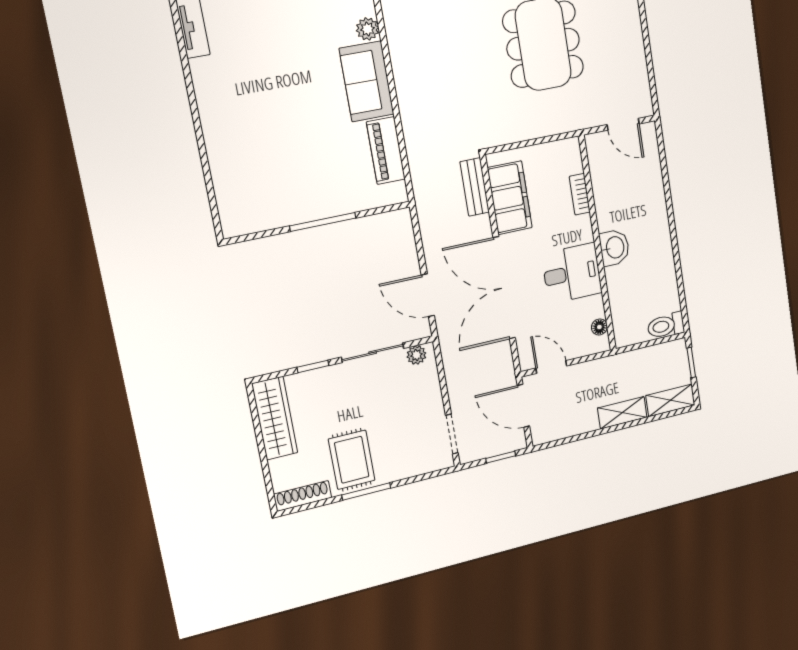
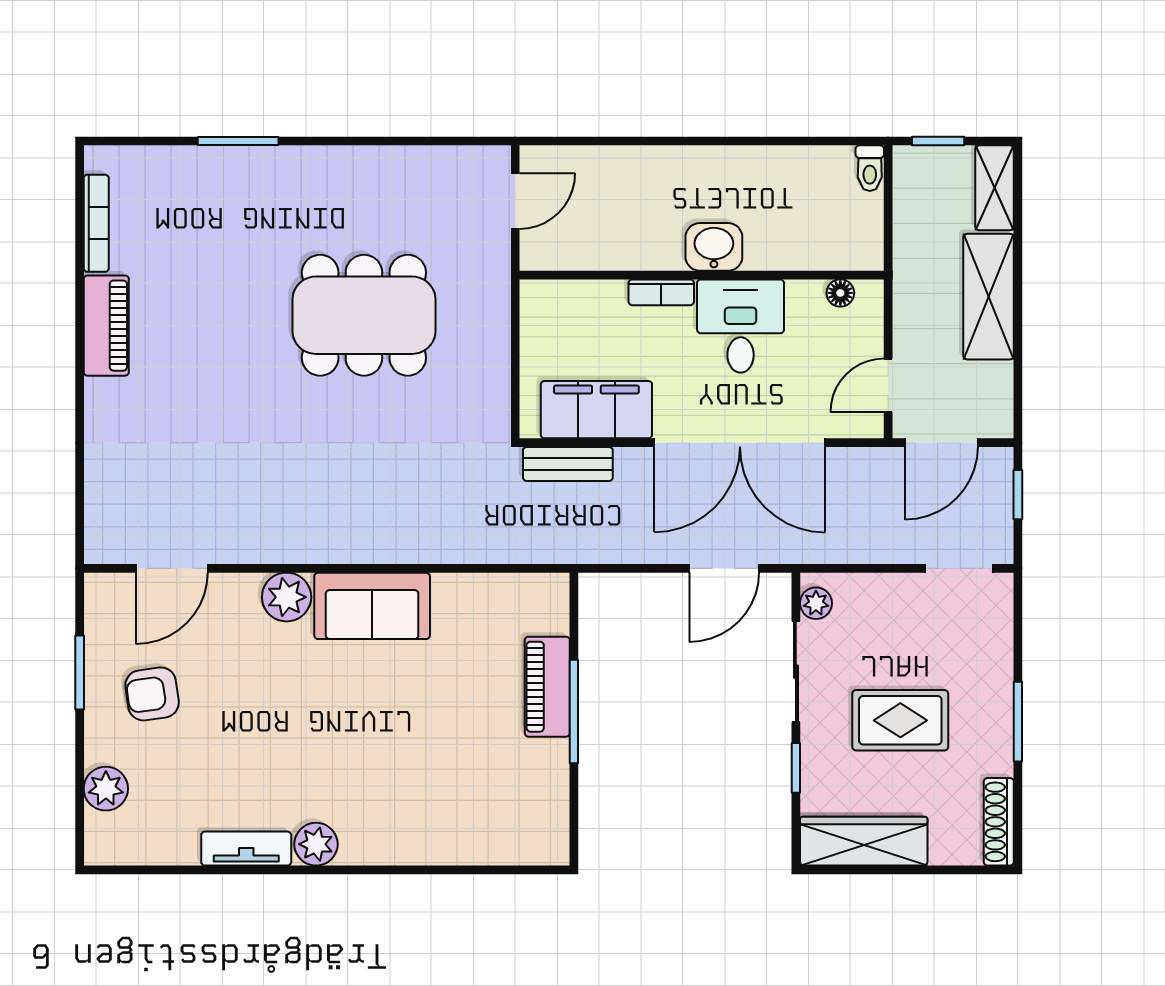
plant: (368, 29) -> (287, 597), width x1.38, depth x1.38
plant: (205, 73) -> (316, 844), added
piano: (386, 151) -> (547, 687), moved, turned 90
bookcase: (580, 194) -> (661, 292), moved
toilet: (666, 326) -> (870, 168), width x0.73, depth x0.72
shelving: (622, 413) -> (989, 297), width x1.50, depth x1.33
rug: (352, 460) -> (900, 720), moved

